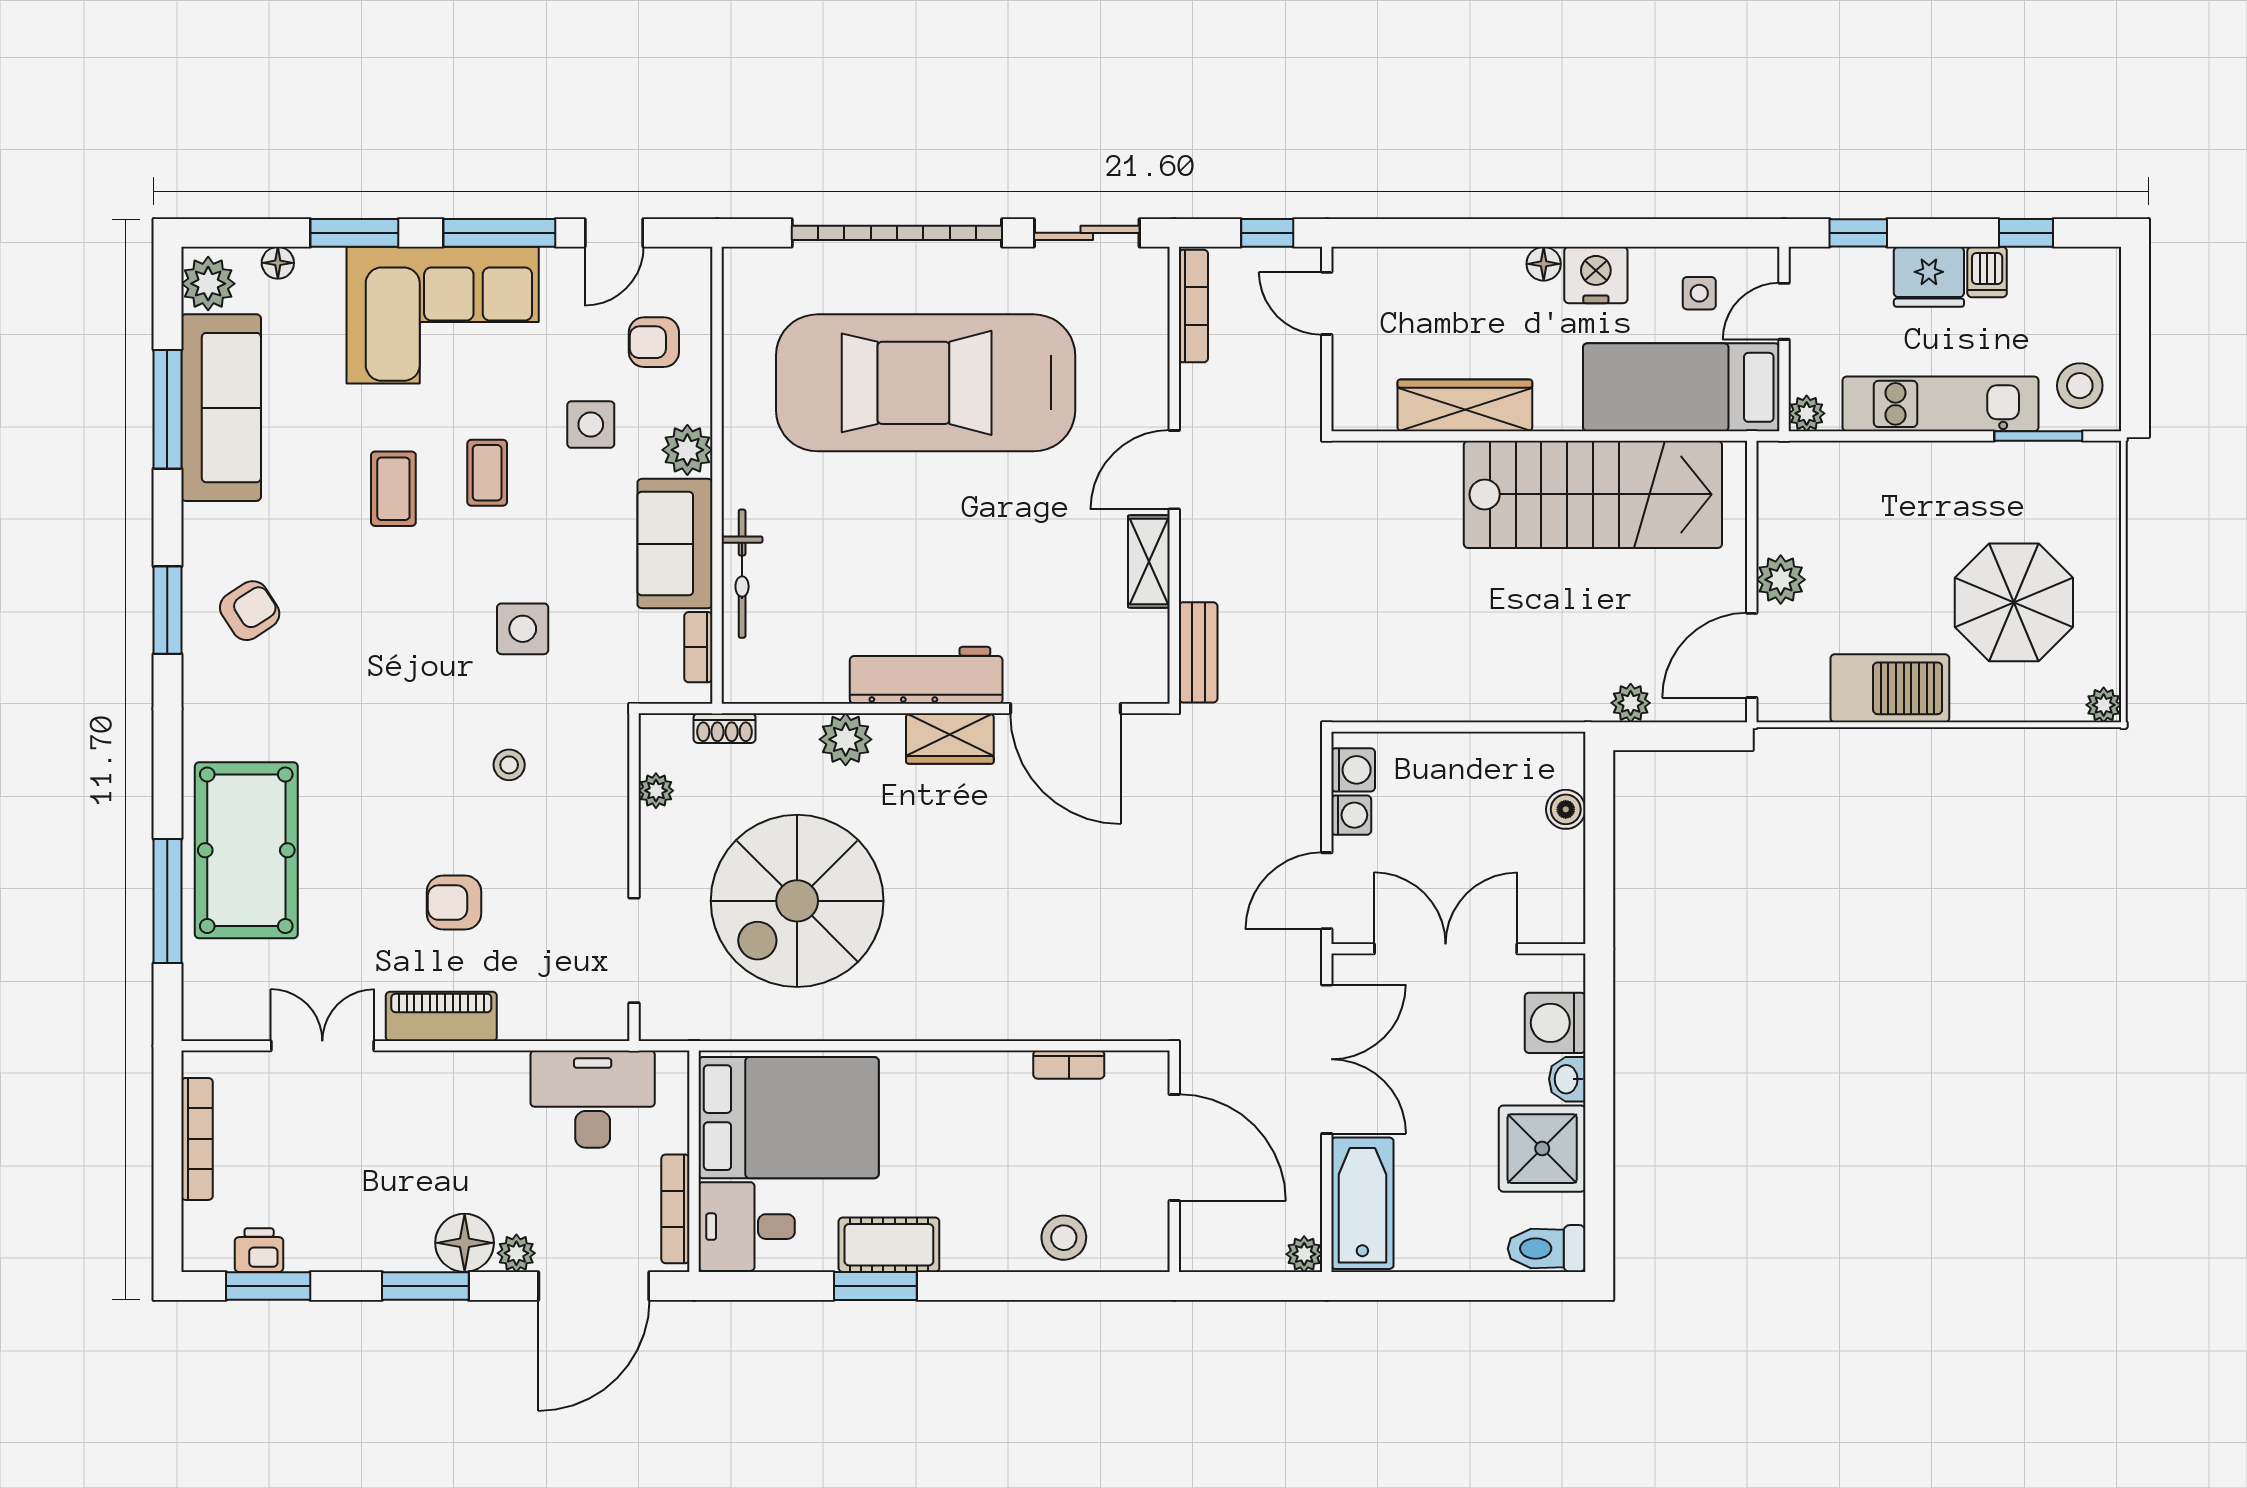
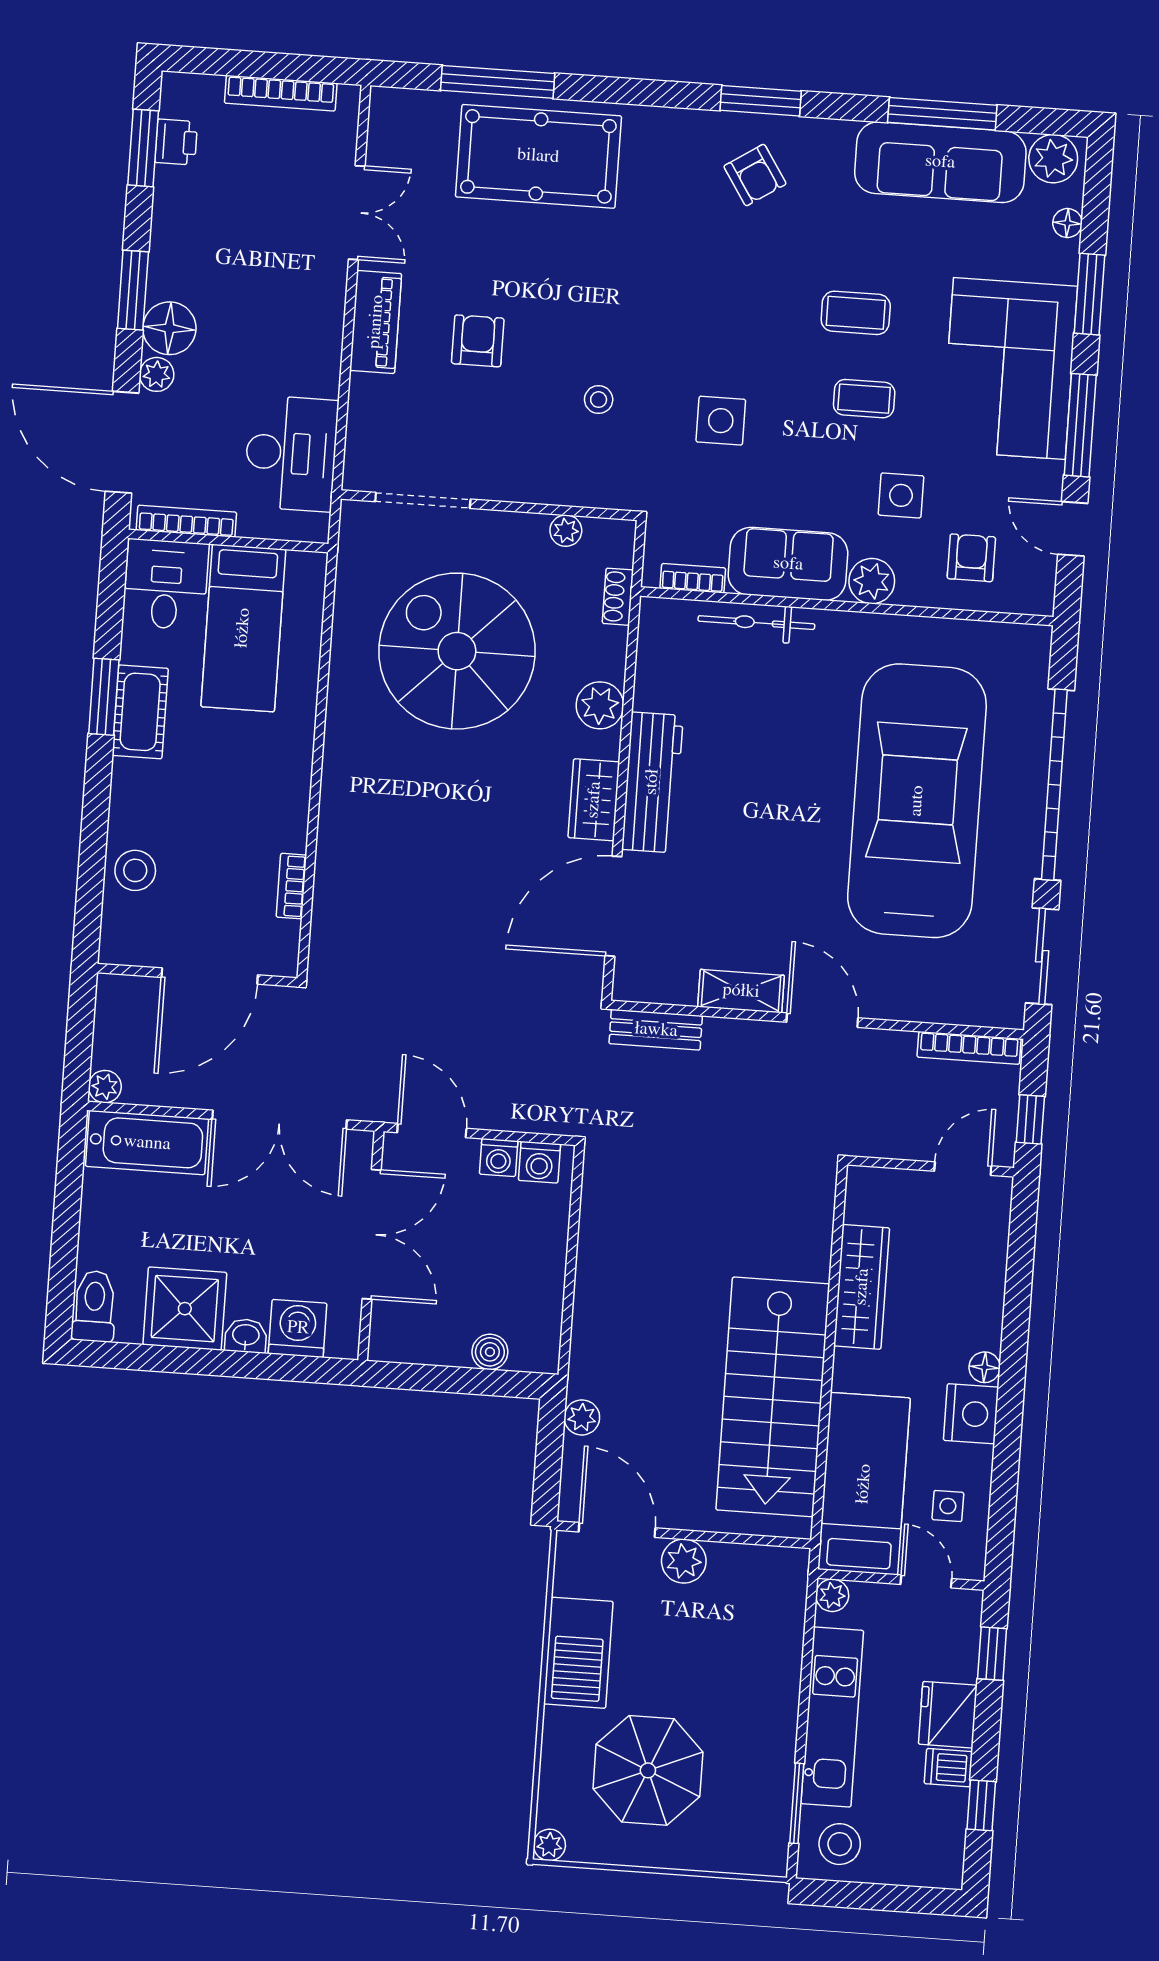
bed: (789, 1118) -> (243, 628), width x0.67

